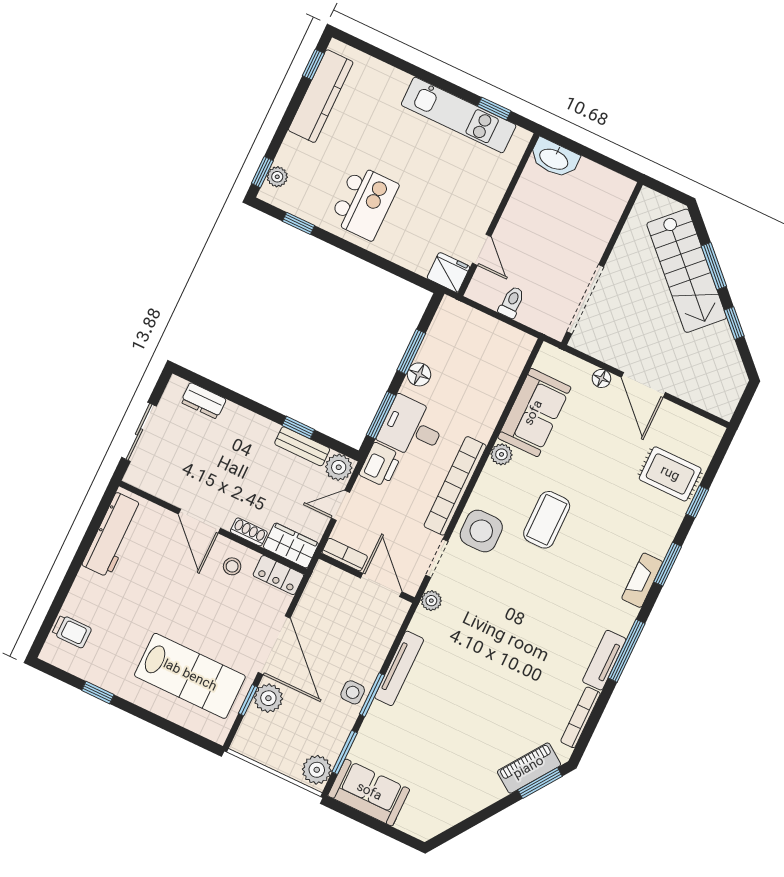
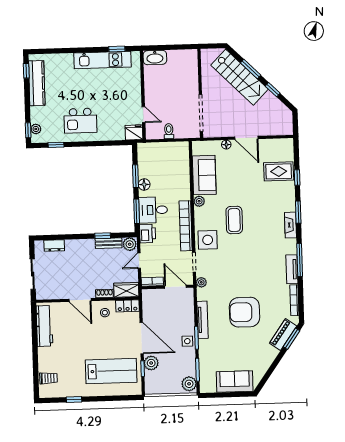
kitchen island: (364, 203) -> (80, 121), turned 90
armchair: (481, 693) -> (245, 312), added
sofa: (369, 792) -> (235, 381), moved

